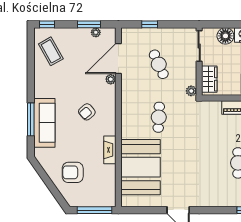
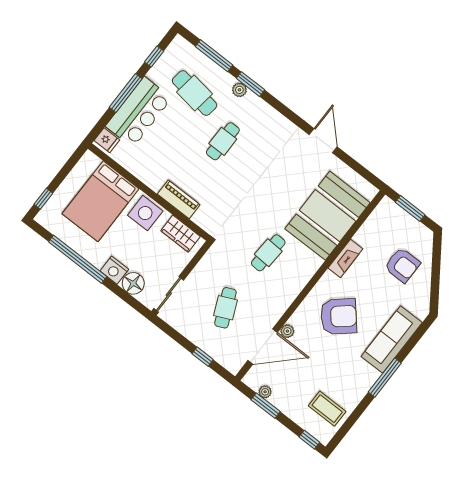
coffee table: (51, 51) -> (327, 409), turned -61
wardrobe: (209, 79) -> (181, 234), moved, turned -90
plant: (191, 91) -> (213, 254), removed
armchair: (87, 112) -> (339, 316), width x1.88, depth x1.88
window: (31, 119) -> (385, 378), moved
window: (94, 210) -> (410, 208), width x0.69

